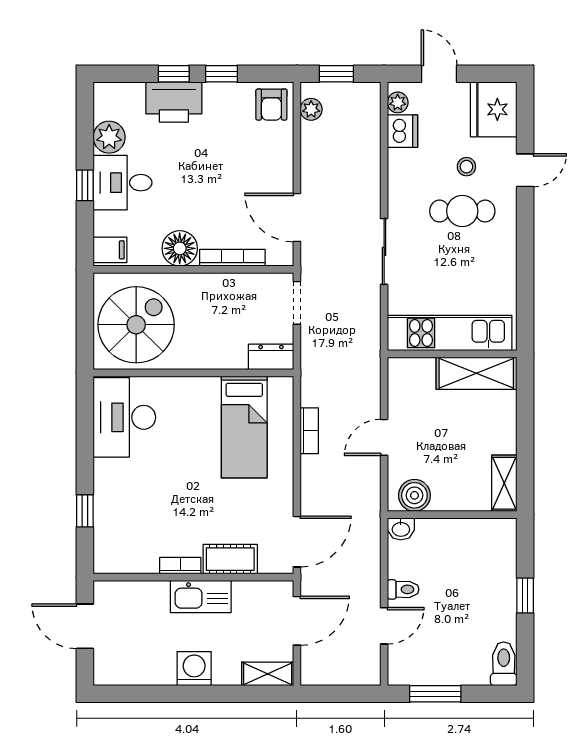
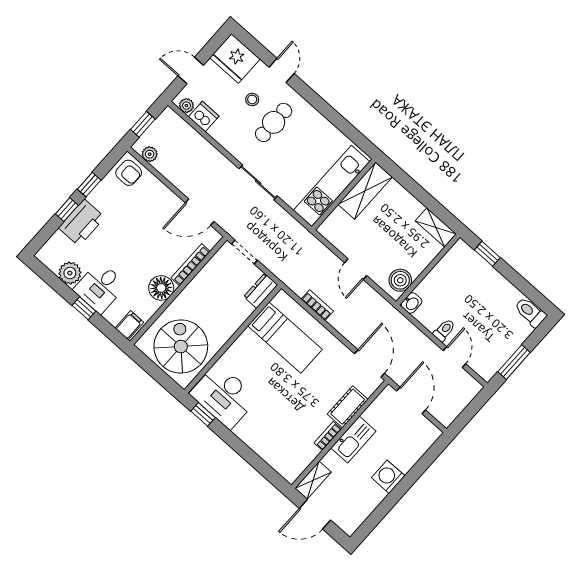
window: (85, 511) -> (203, 414), moved
window: (525, 595) -> (487, 254), moved
shelving: (268, 674) -> (313, 480), moved

